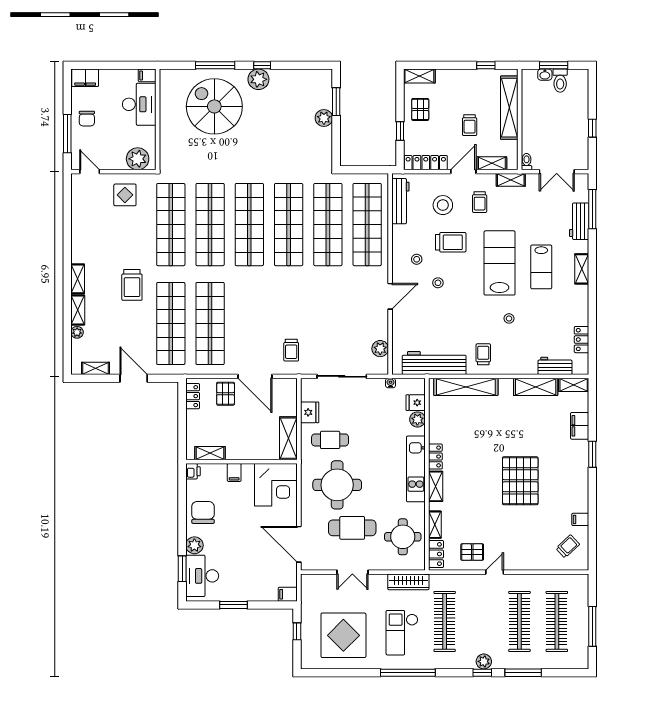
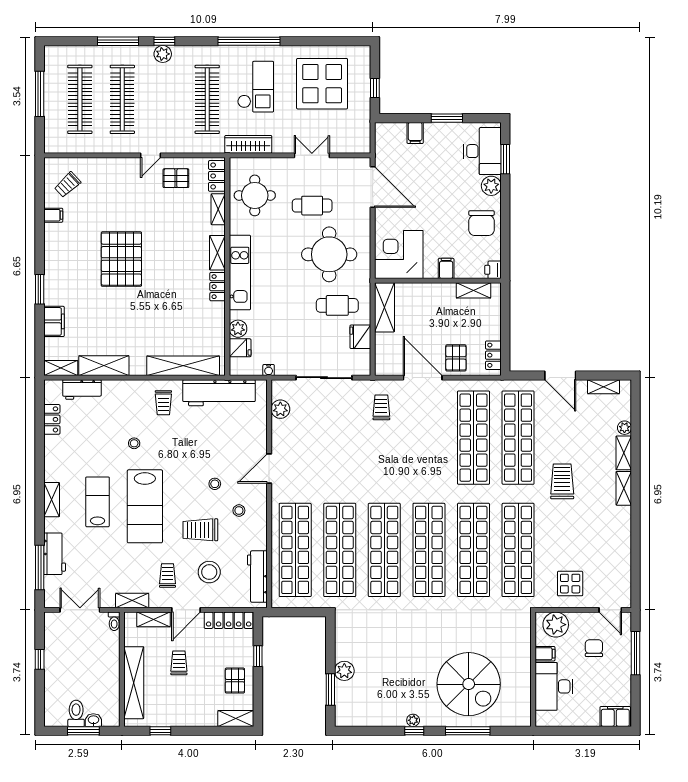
filing cabinet: (147, 75) -> (545, 654), moved
plant: (258, 79) -> (413, 720), width x0.53, depth x0.53
chair: (87, 119) -> (594, 648), moved
cafe table: (352, 528) -> (312, 206), width x0.73, depth x0.74
filing cabinet: (288, 594) -> (415, 133), moved, turned 90

